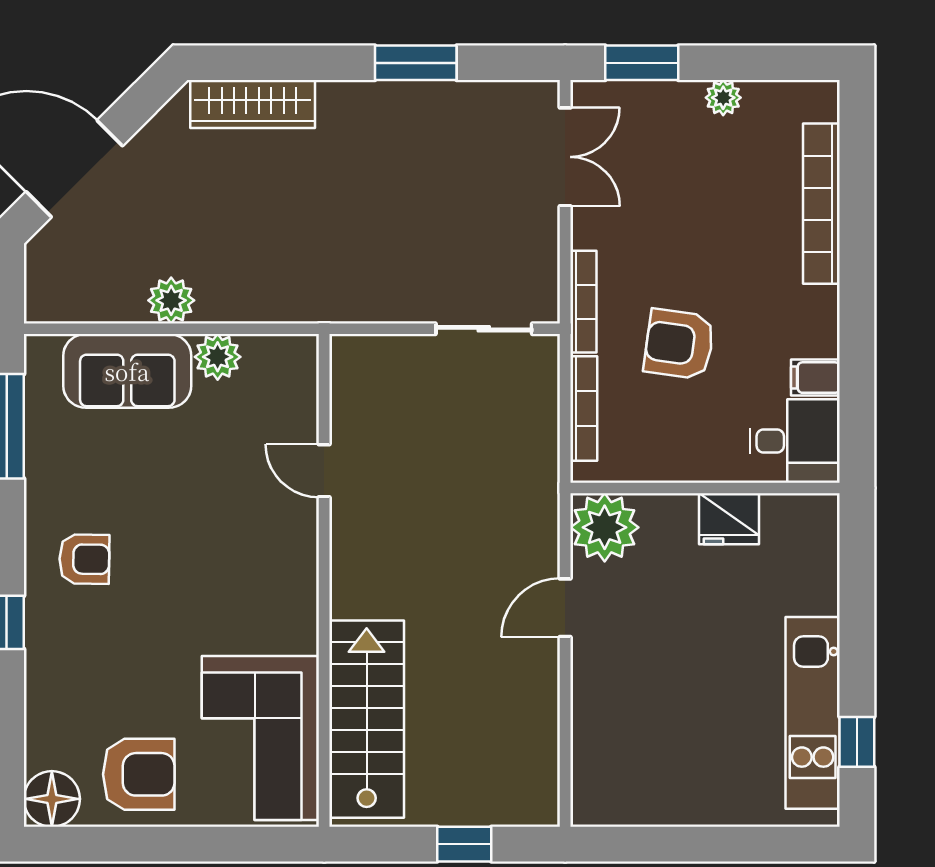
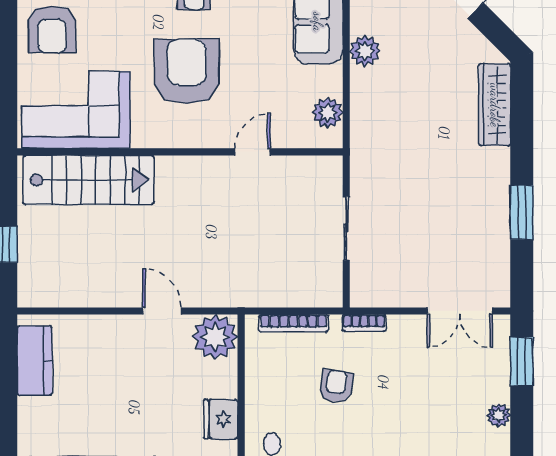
bookcase: (583, 302) -> (364, 323), width x0.64
sliding door: (484, 329) -> (346, 228), moved
armchair: (679, 344) -> (336, 386), width x0.72, depth x0.72
plant: (218, 357) -> (328, 113), moved
armchair: (202, 570) -> (187, 71), added
kitchen counter: (640, 801) -> (35, 361), added

